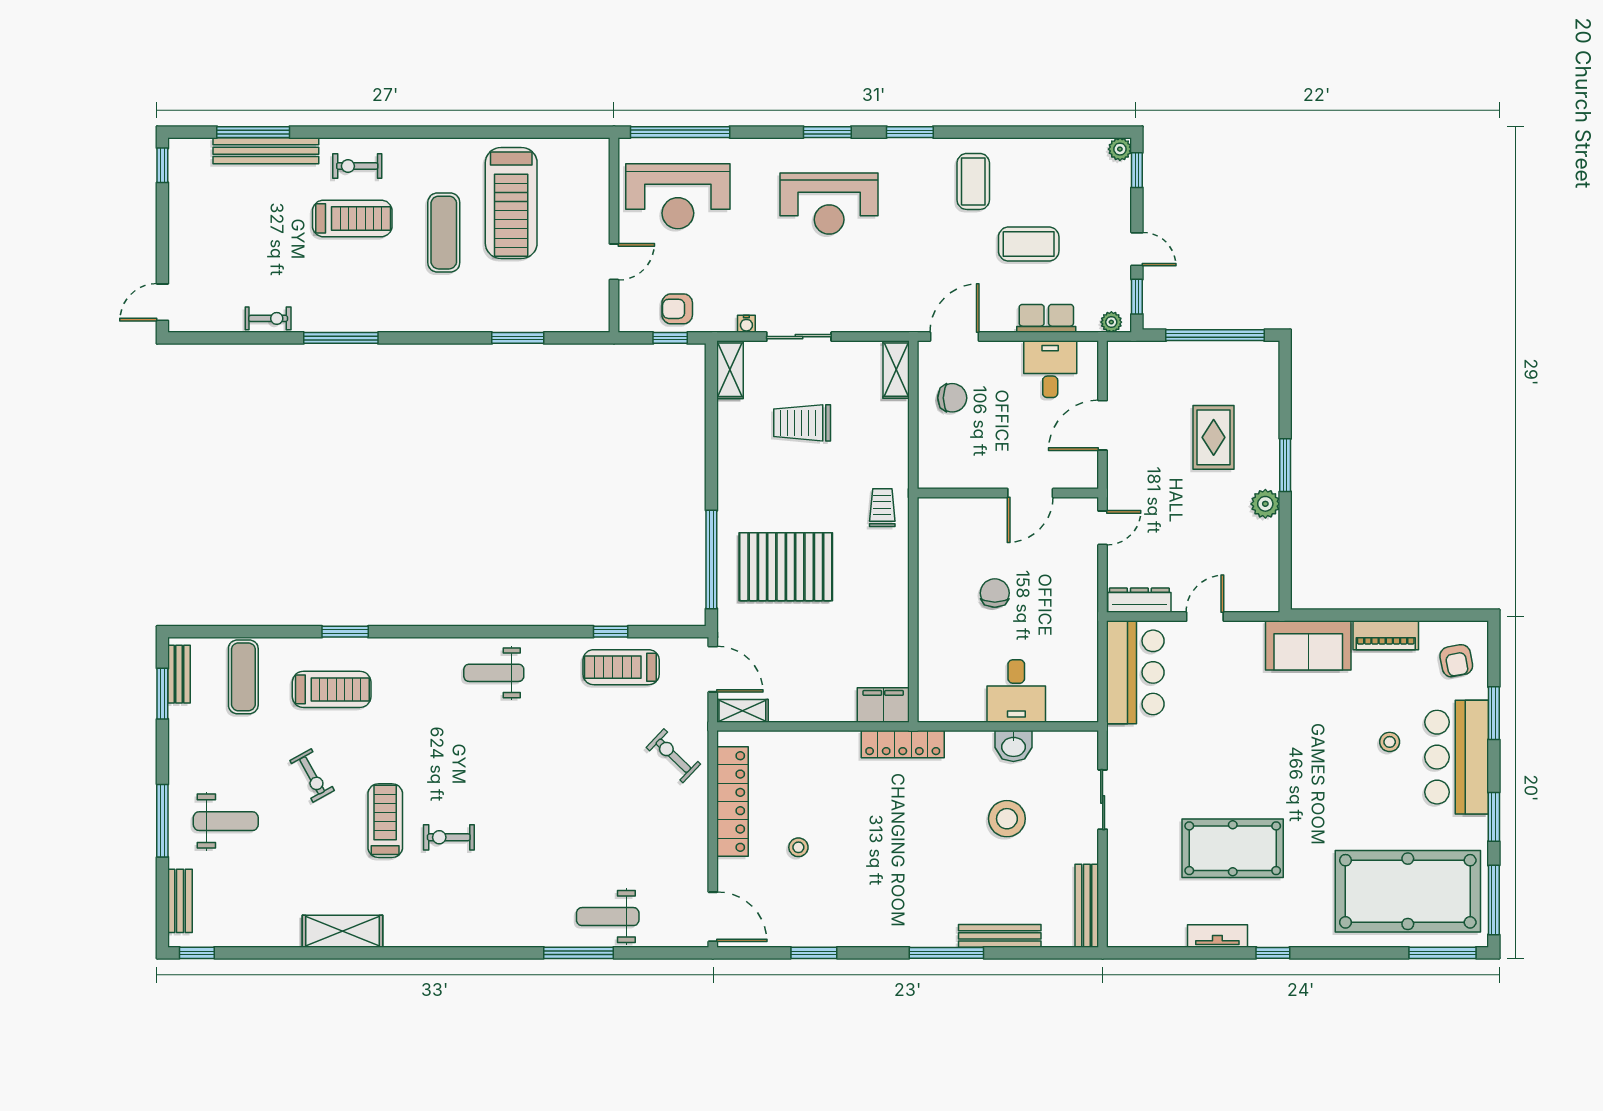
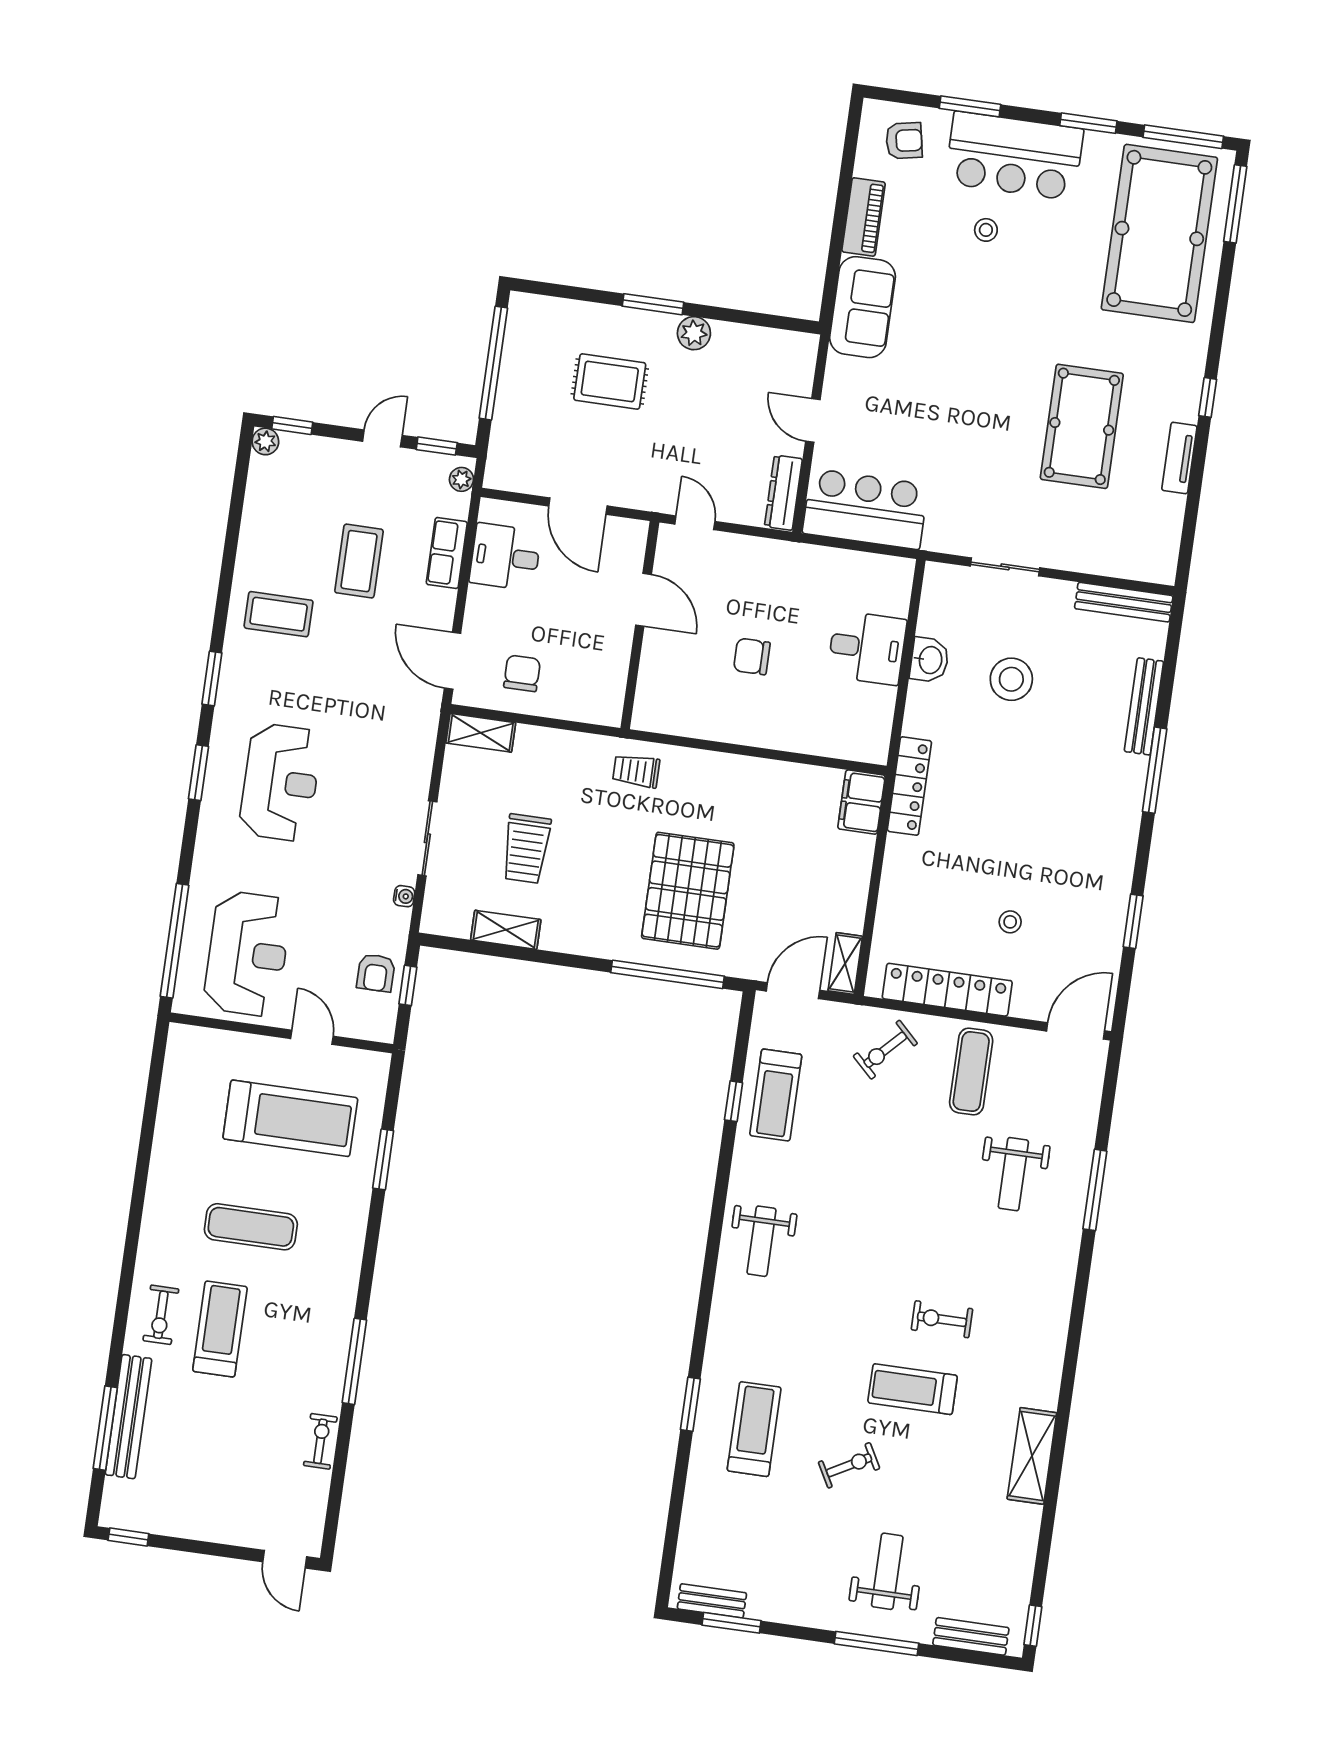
treadmill: (511, 203) -> (290, 1118), moved
shelving: (730, 370) -> (506, 930), moved
exercise mat: (243, 677) -> (971, 1072), moved, turned 90
exercise bike: (449, 837) -> (942, 1319), turned 90
weight bench: (608, 917) -> (1013, 1174), moved

